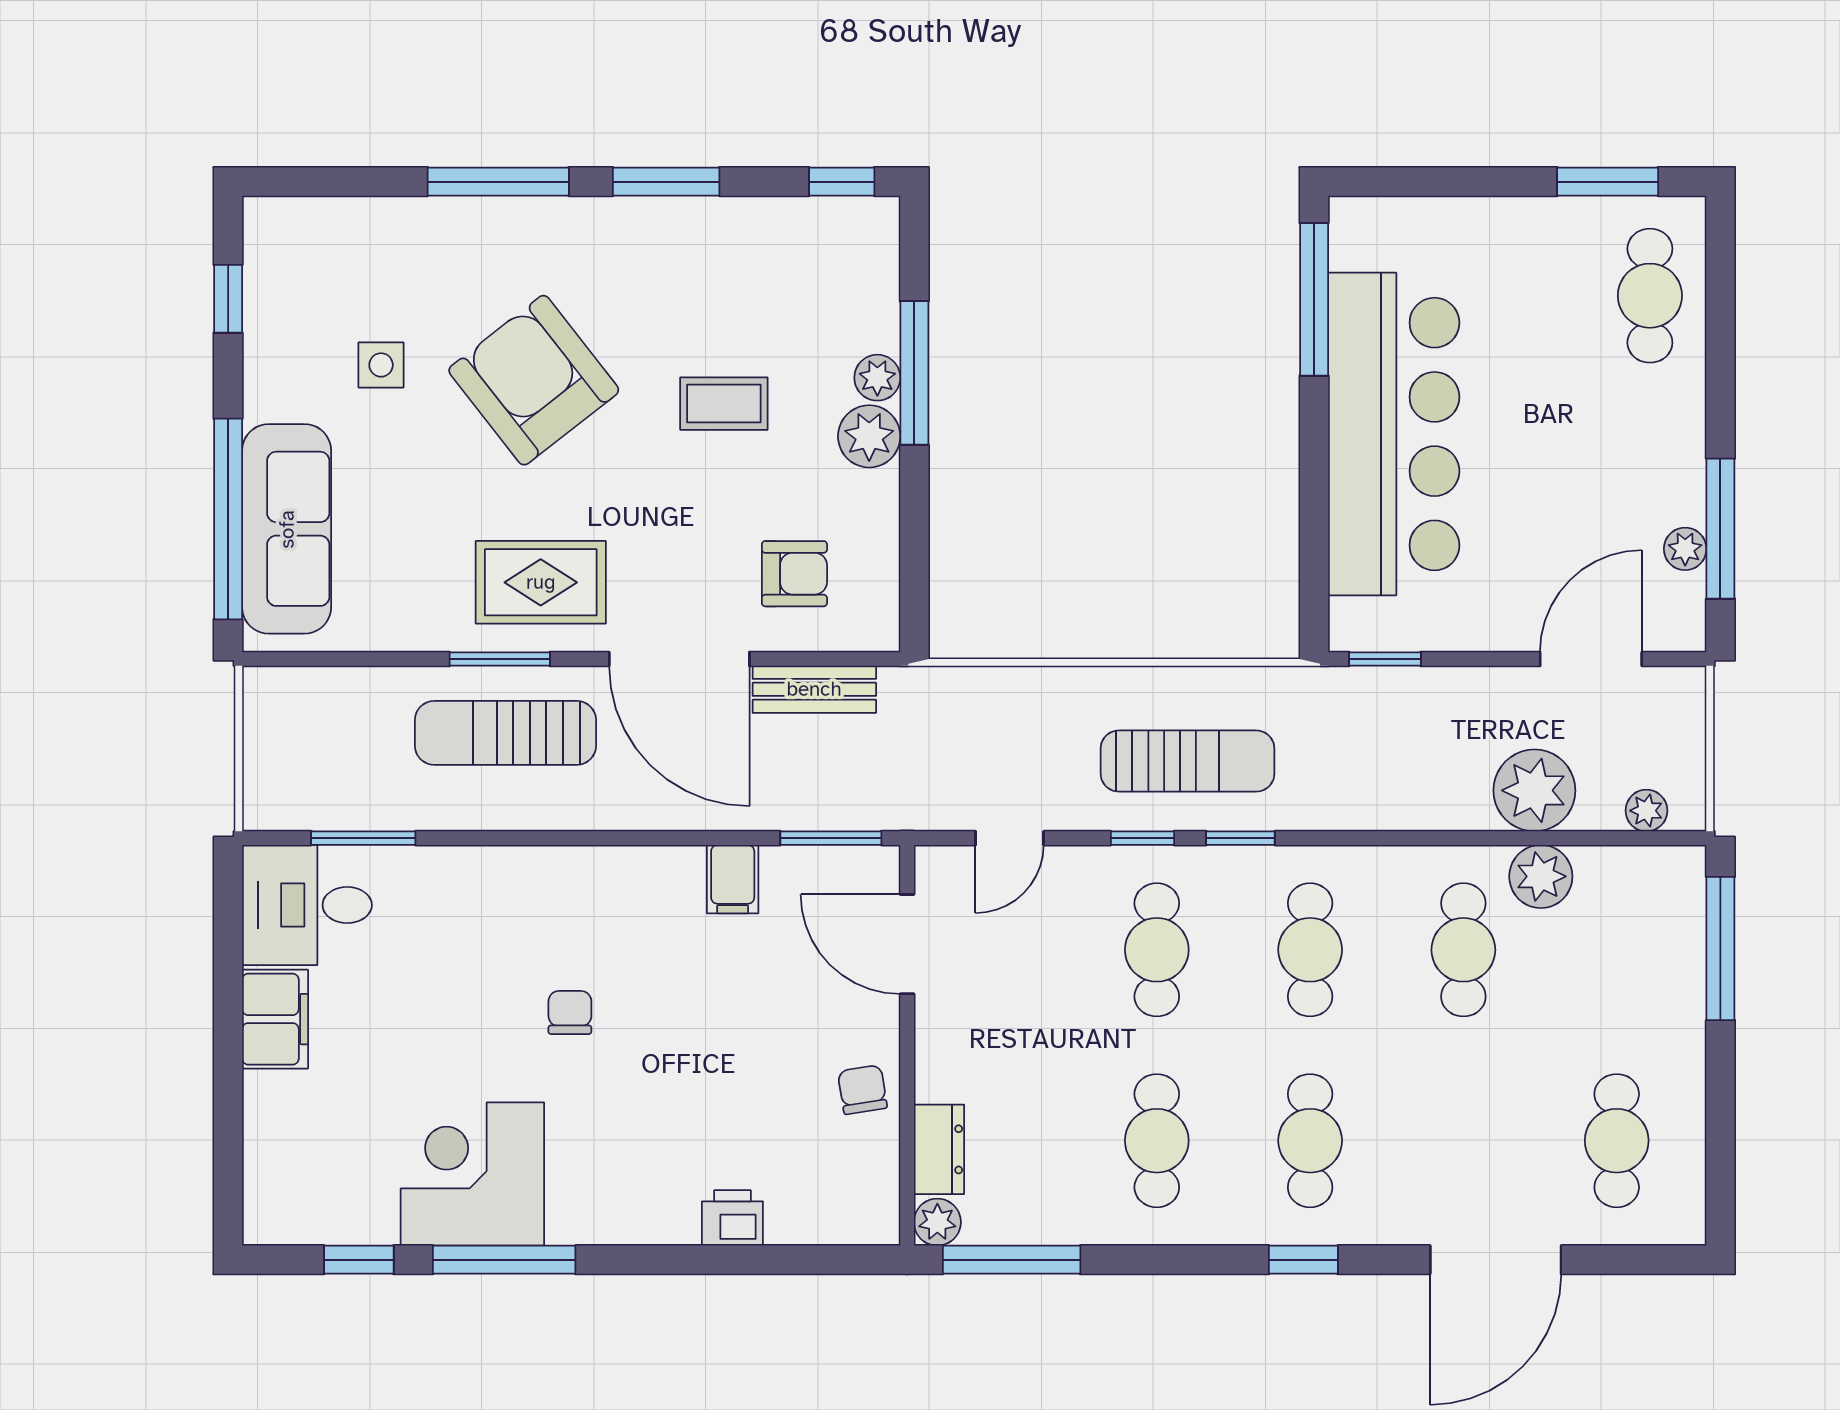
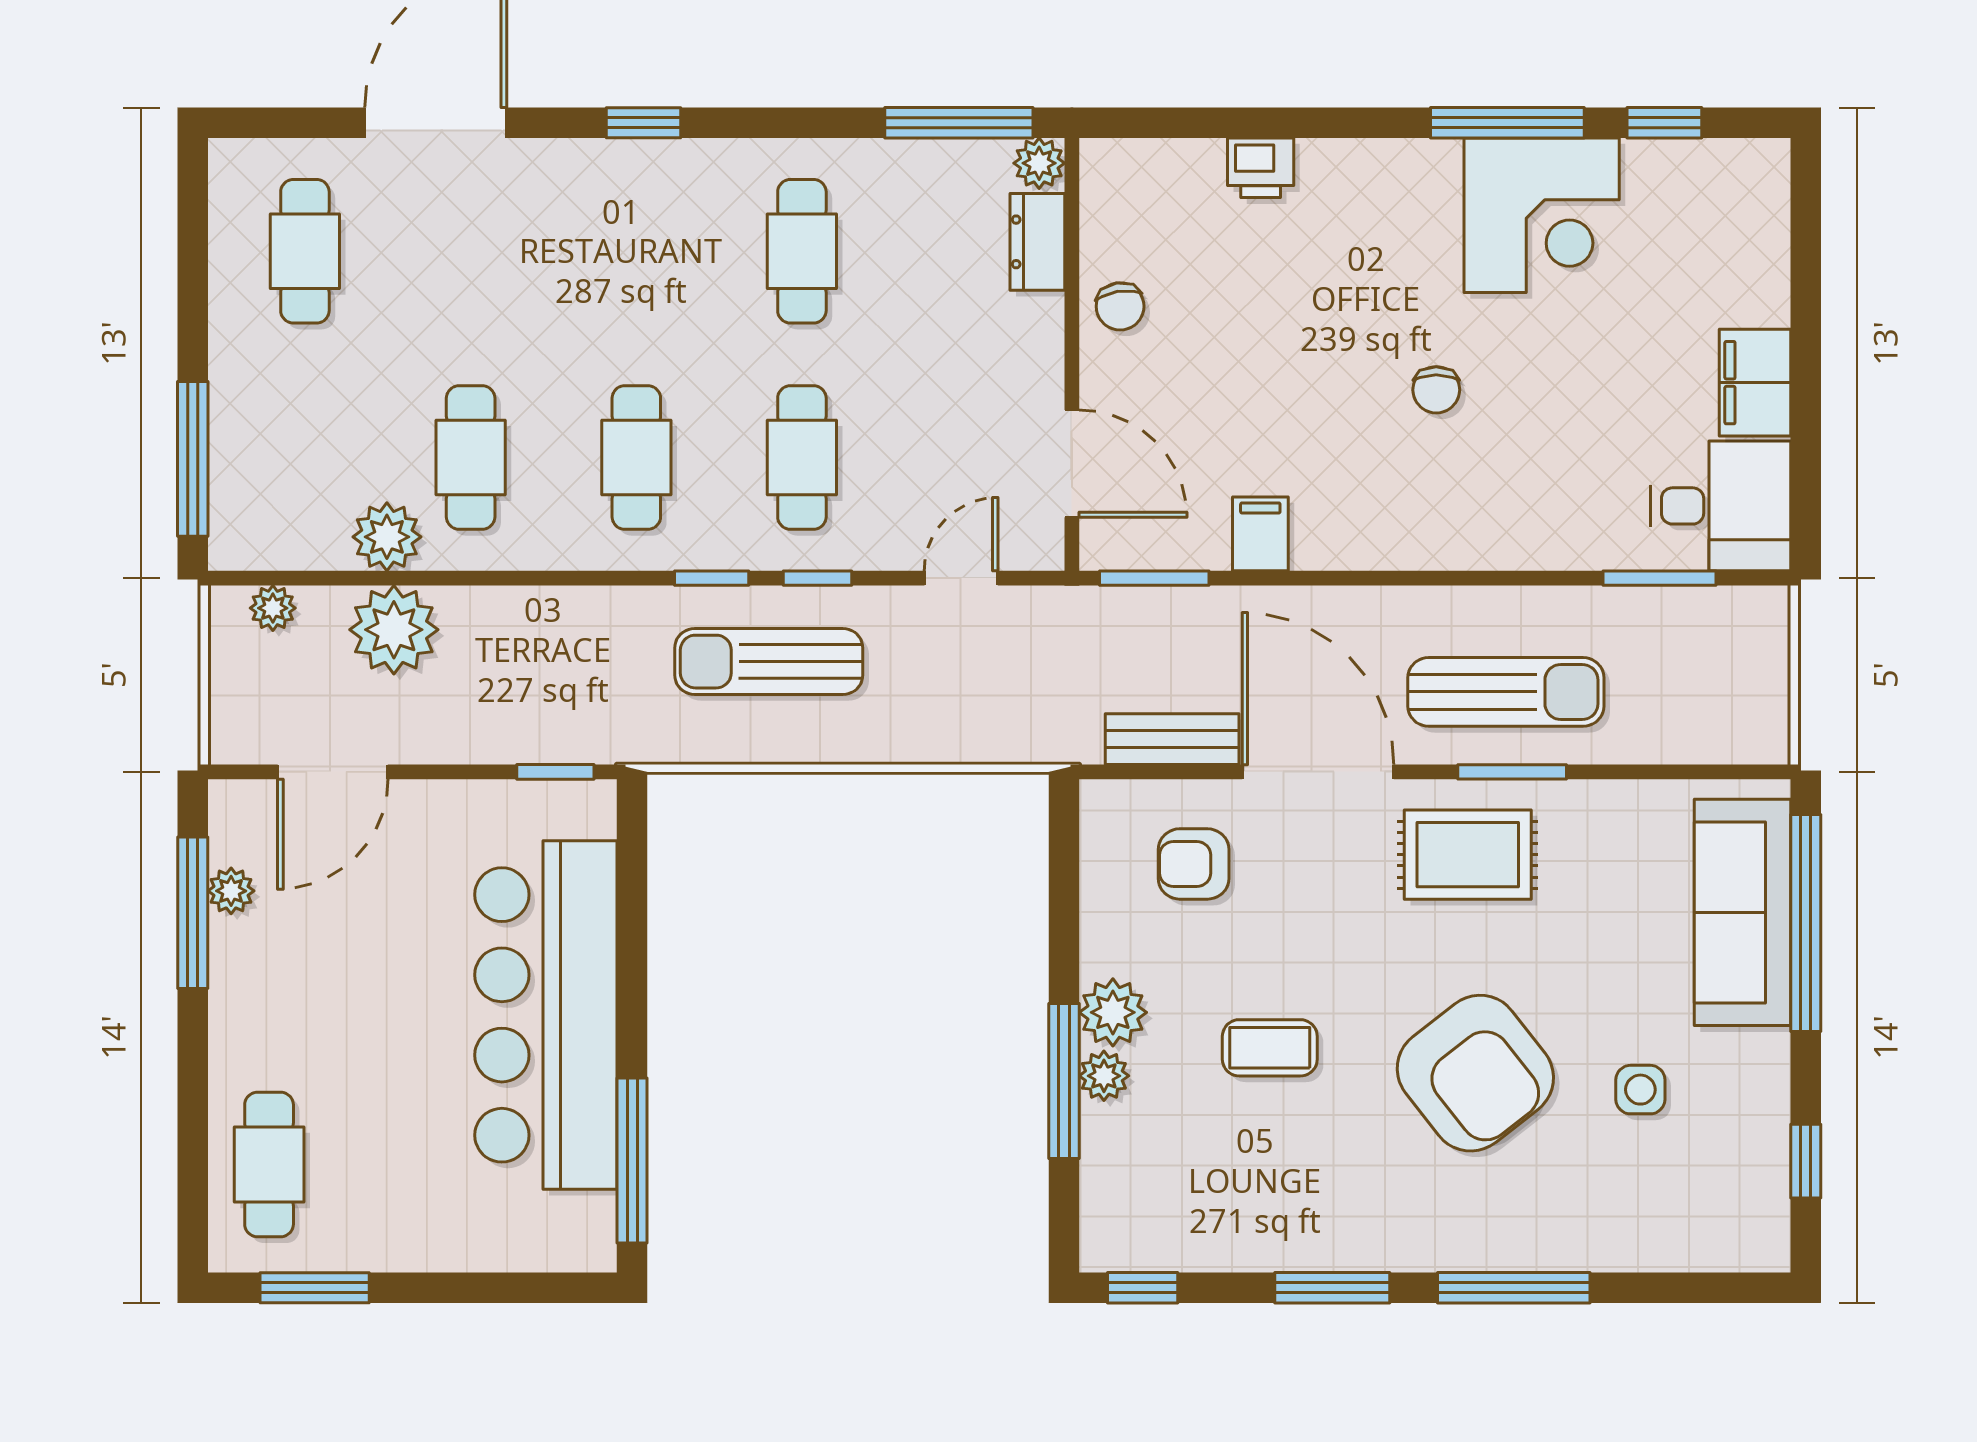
cafe table: (1310, 1141) -> (636, 251), removed

